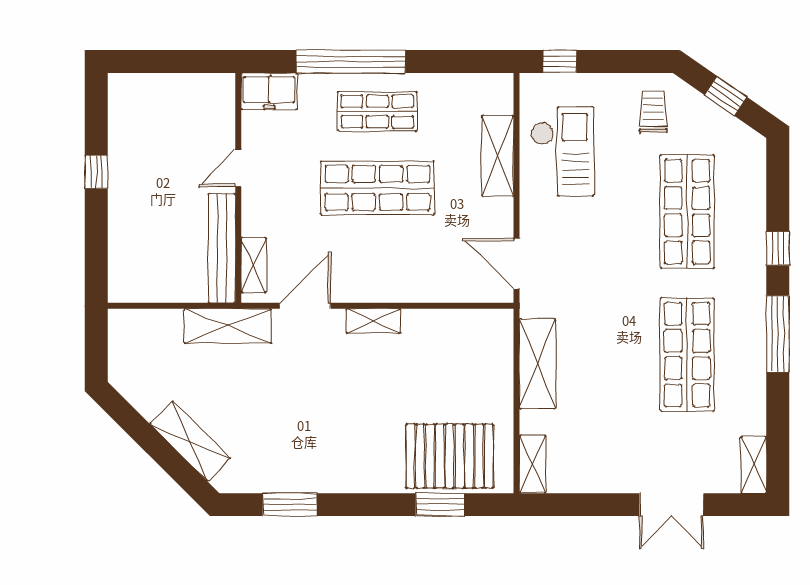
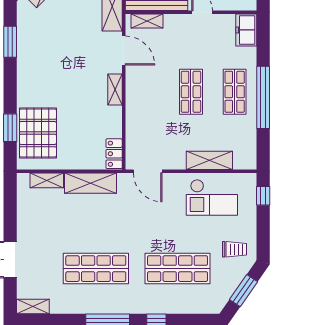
window: (351, 62) -> (263, 97), moved
window: (726, 96) -> (243, 291), width x1.50
shop shelf: (377, 188) -> (191, 92), width x0.70, depth x0.74
door: (517, 264) -> (148, 171), swing flipped
locker: (486, 323) -> (114, 154), added
shelving: (533, 464) -> (47, 180), moved

